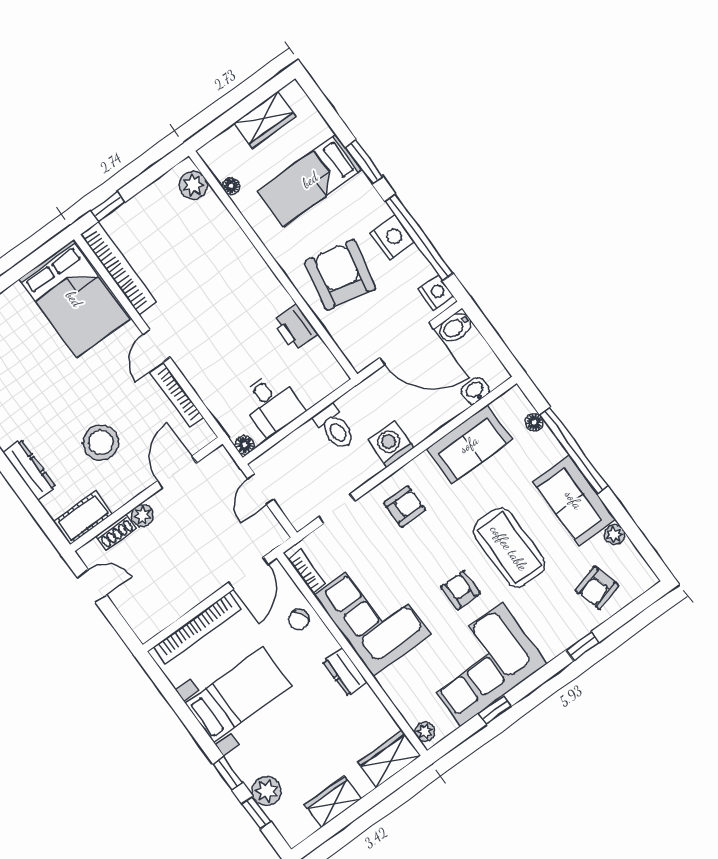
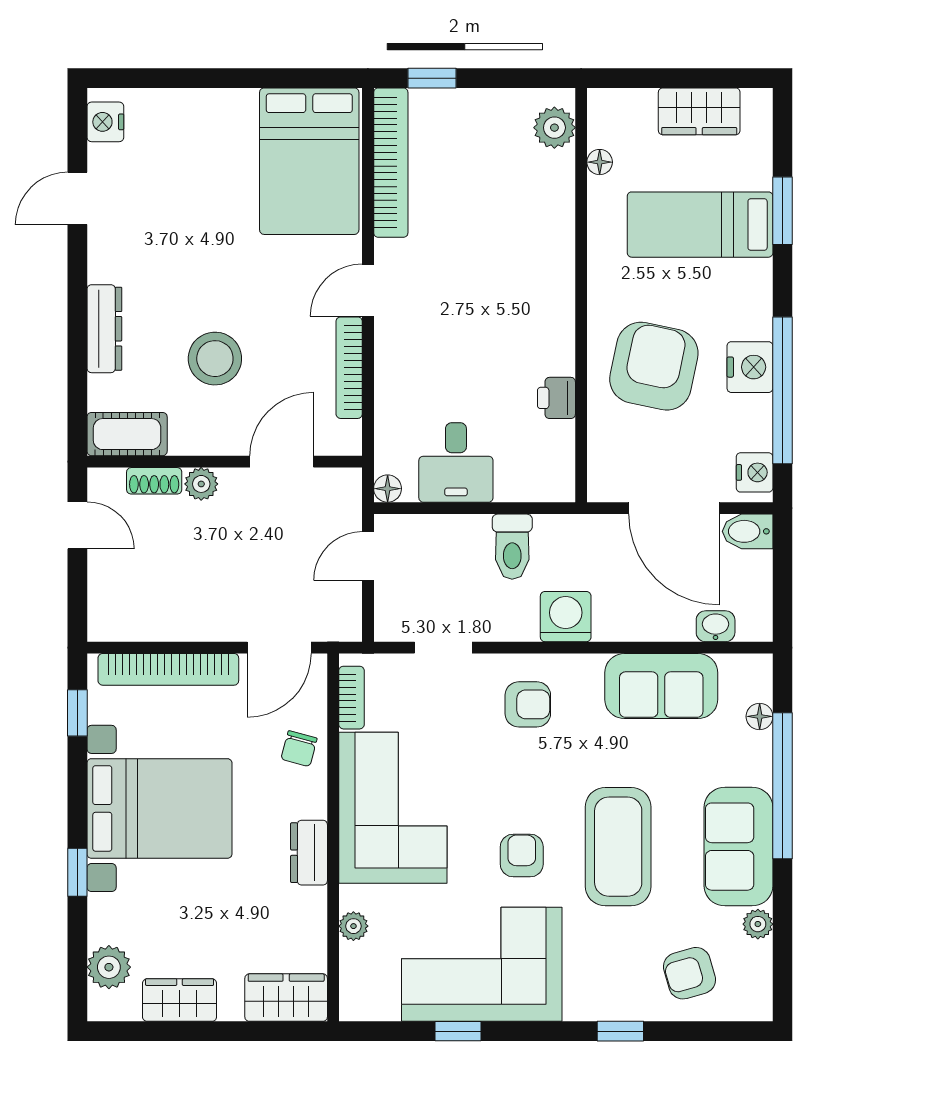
window: (364, 162) -> (783, 211), moved
printer: (295, 328) -> (556, 398), width x0.73, depth x0.81
chair: (299, 620) -> (299, 749), turned -48
bed with nightstands: (238, 695) -> (159, 808), width x1.36
plant: (425, 732) -> (353, 926), moved
plant: (267, 791) -> (109, 967), moved
window: (256, 813) -> (77, 713), moved

